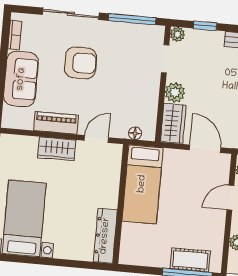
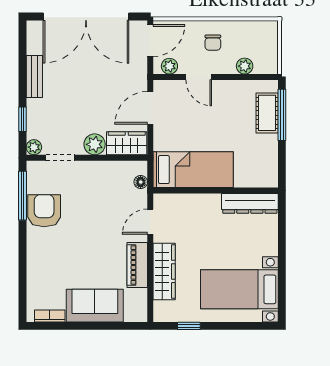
sliding door: (71, 14) -> (22, 260), removed
armchair: (81, 63) -> (44, 211), moved
door: (96, 139) -> (150, 222), hinge flipped
wardrobe: (57, 149) -> (164, 271), width x1.50

